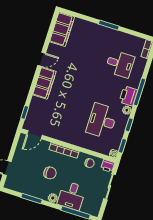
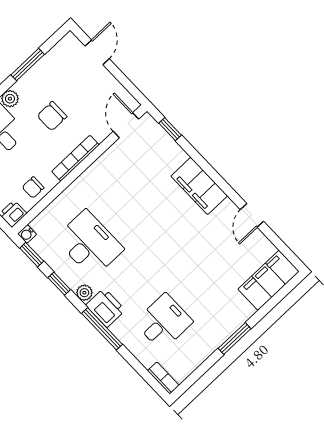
filing cabinet: (62, 29) -> (269, 280), moved, turned 90
door: (42, 59) -> (252, 215), moved
desk: (120, 64) -> (164, 322), turned 180

